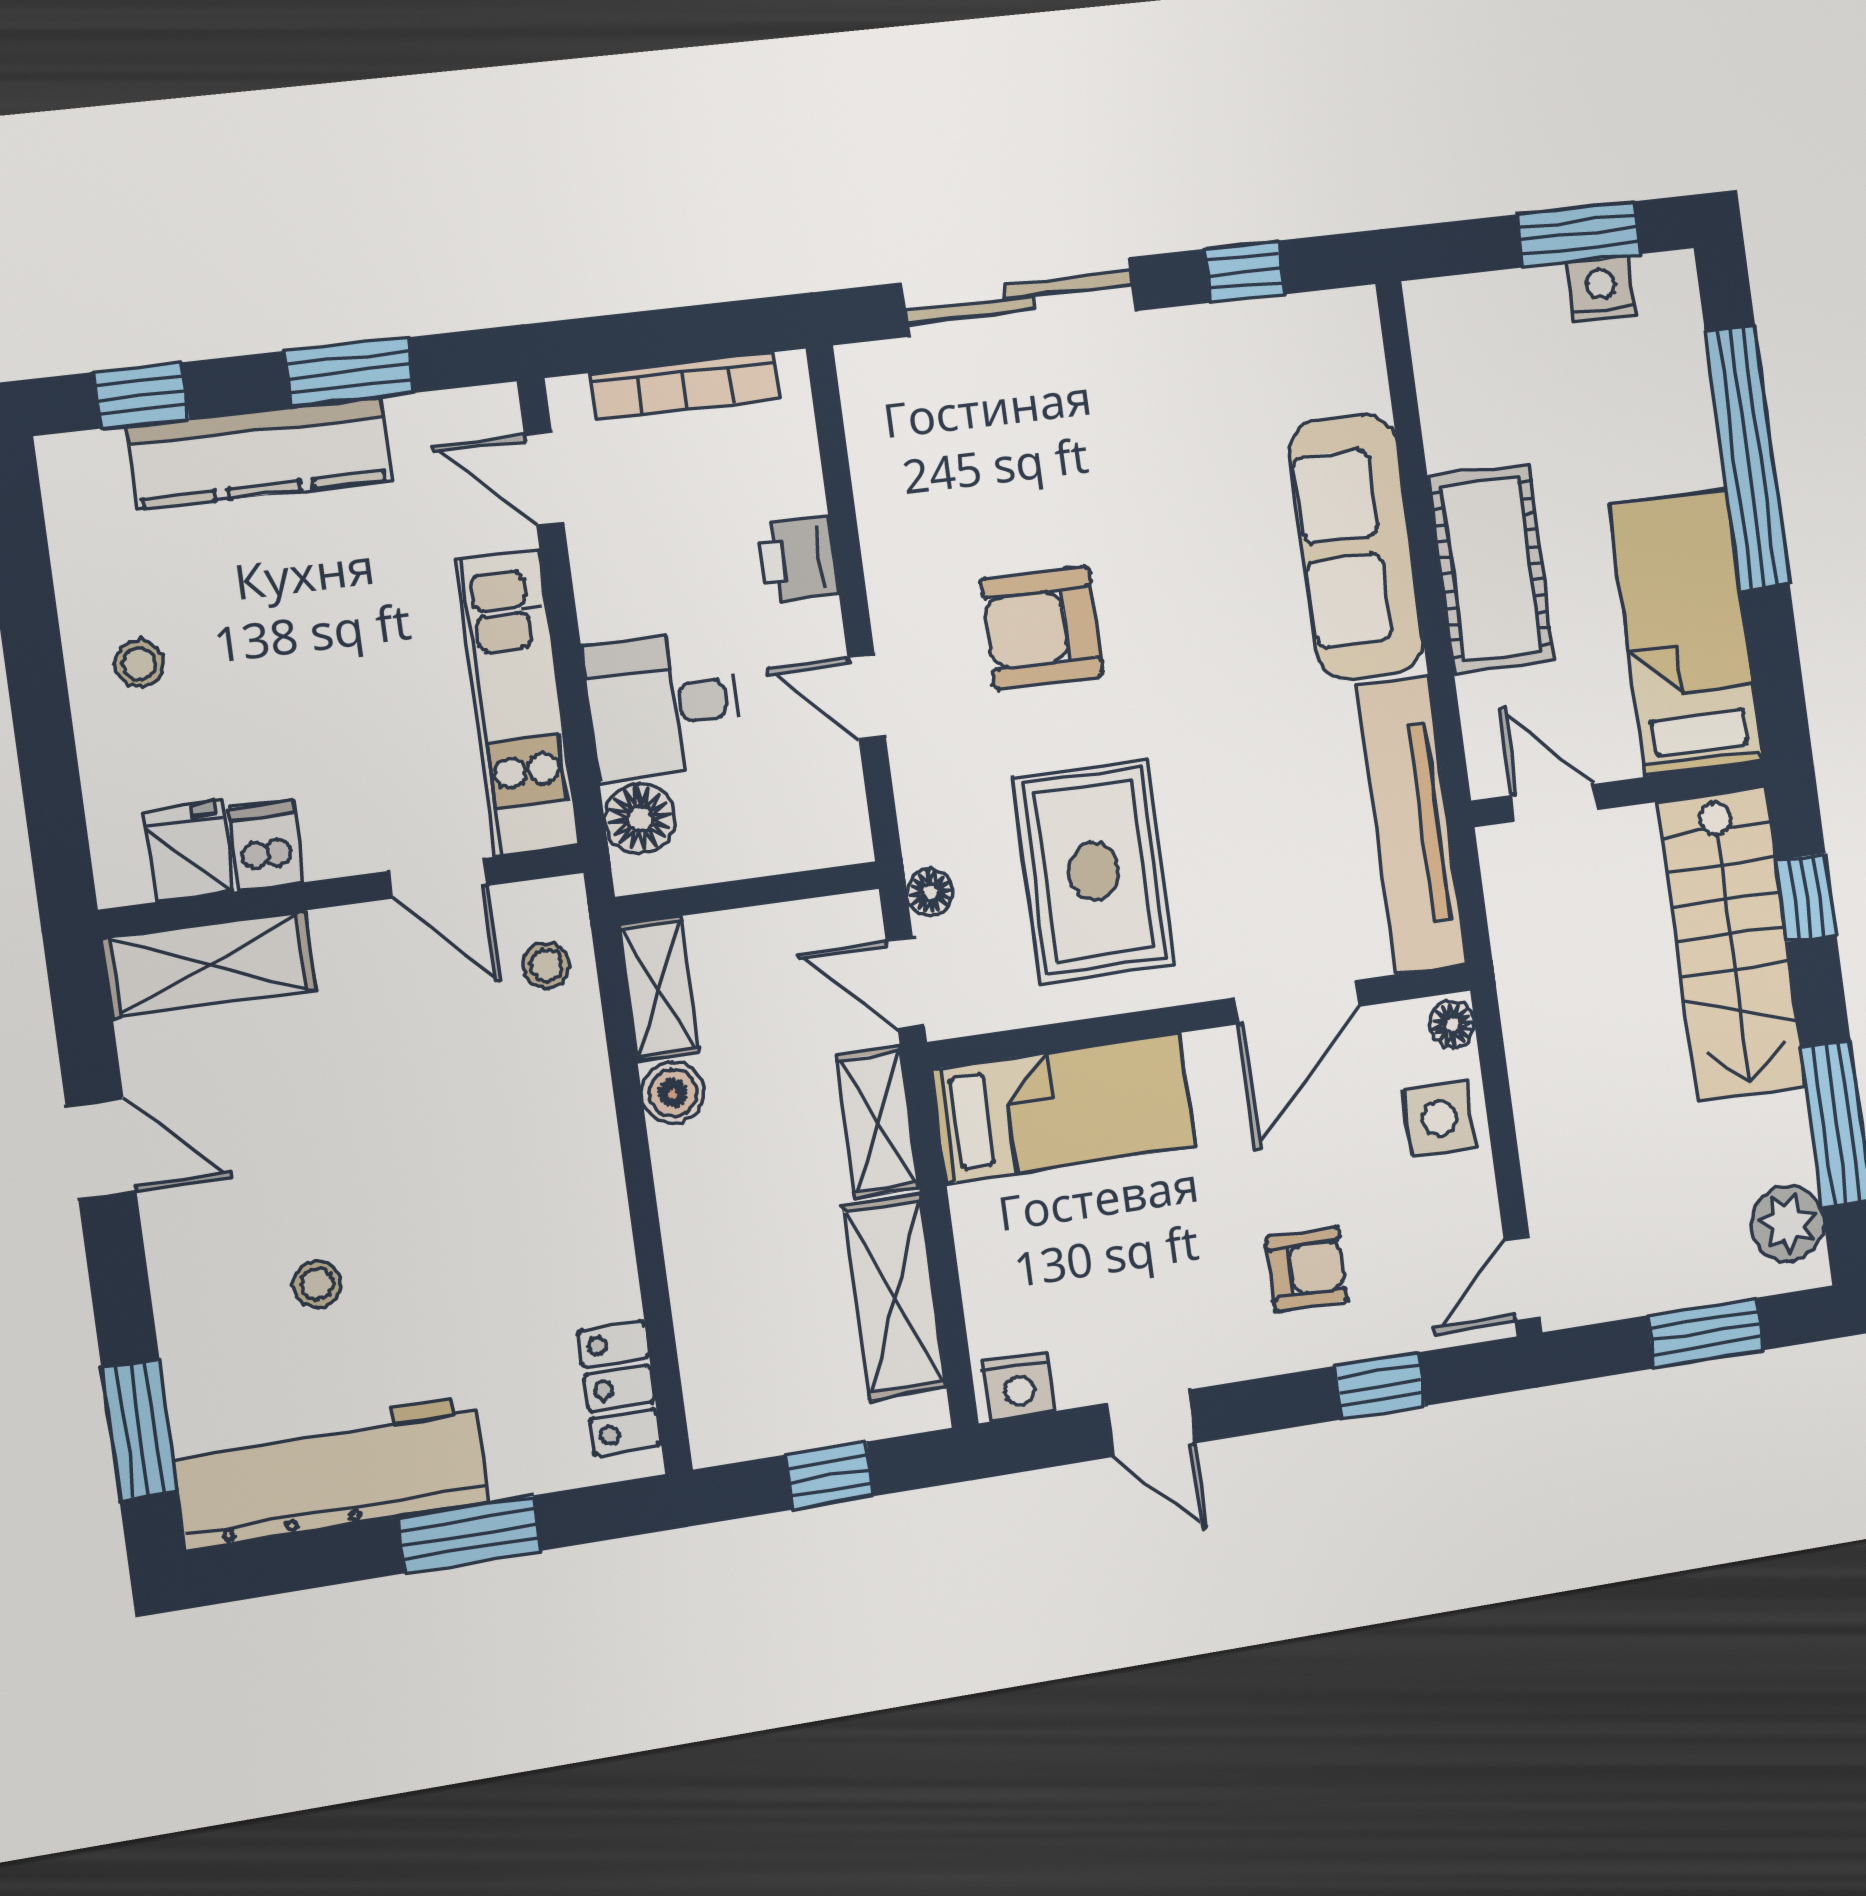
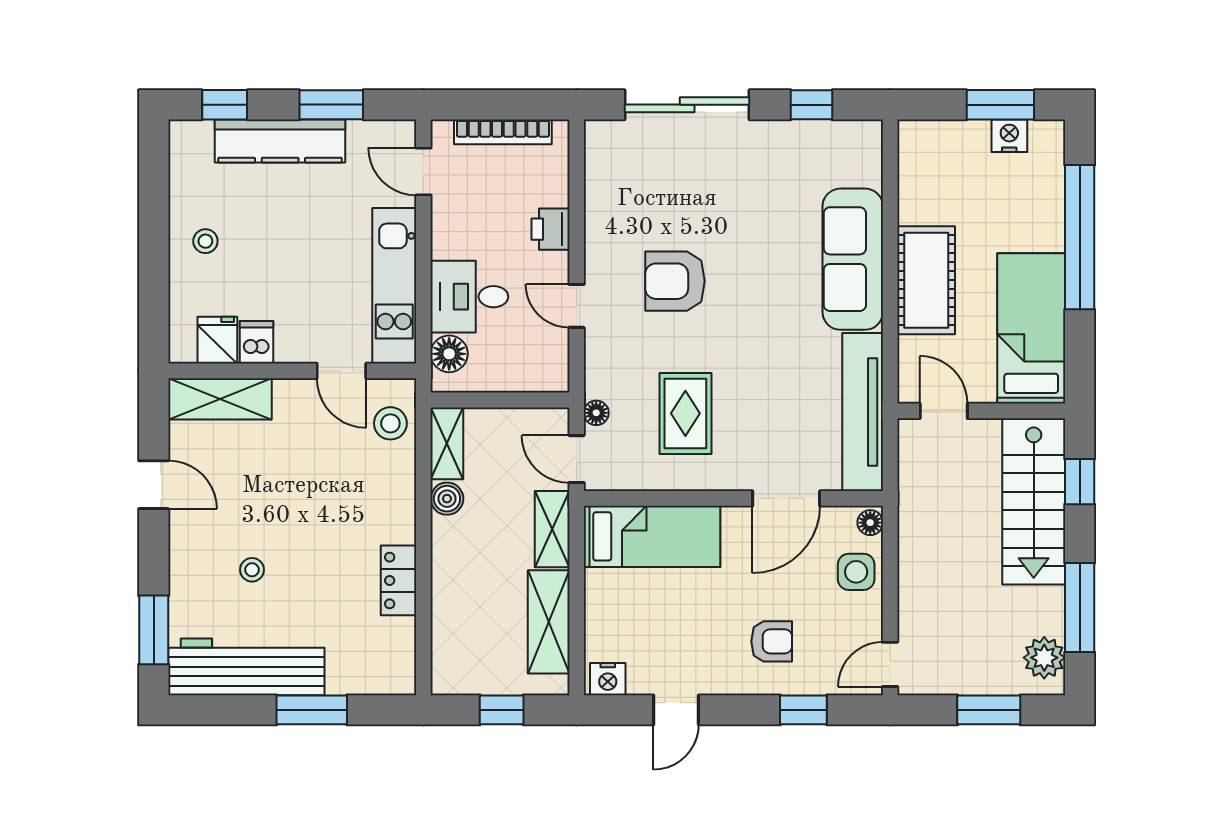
rug: (1094, 871) -> (685, 413), width x0.73, depth x0.70
stool: (546, 966) -> (390, 423), width x1.37, depth x1.37
locker: (619, 1388) -> (398, 580), moved
door: (1151, 1423) -> (676, 710), hinge flipped

